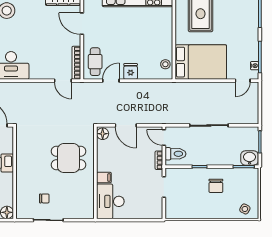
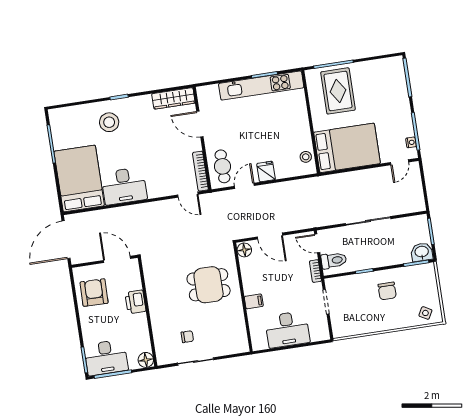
desk: (110, 201) -> (287, 329), moved, turned -90

